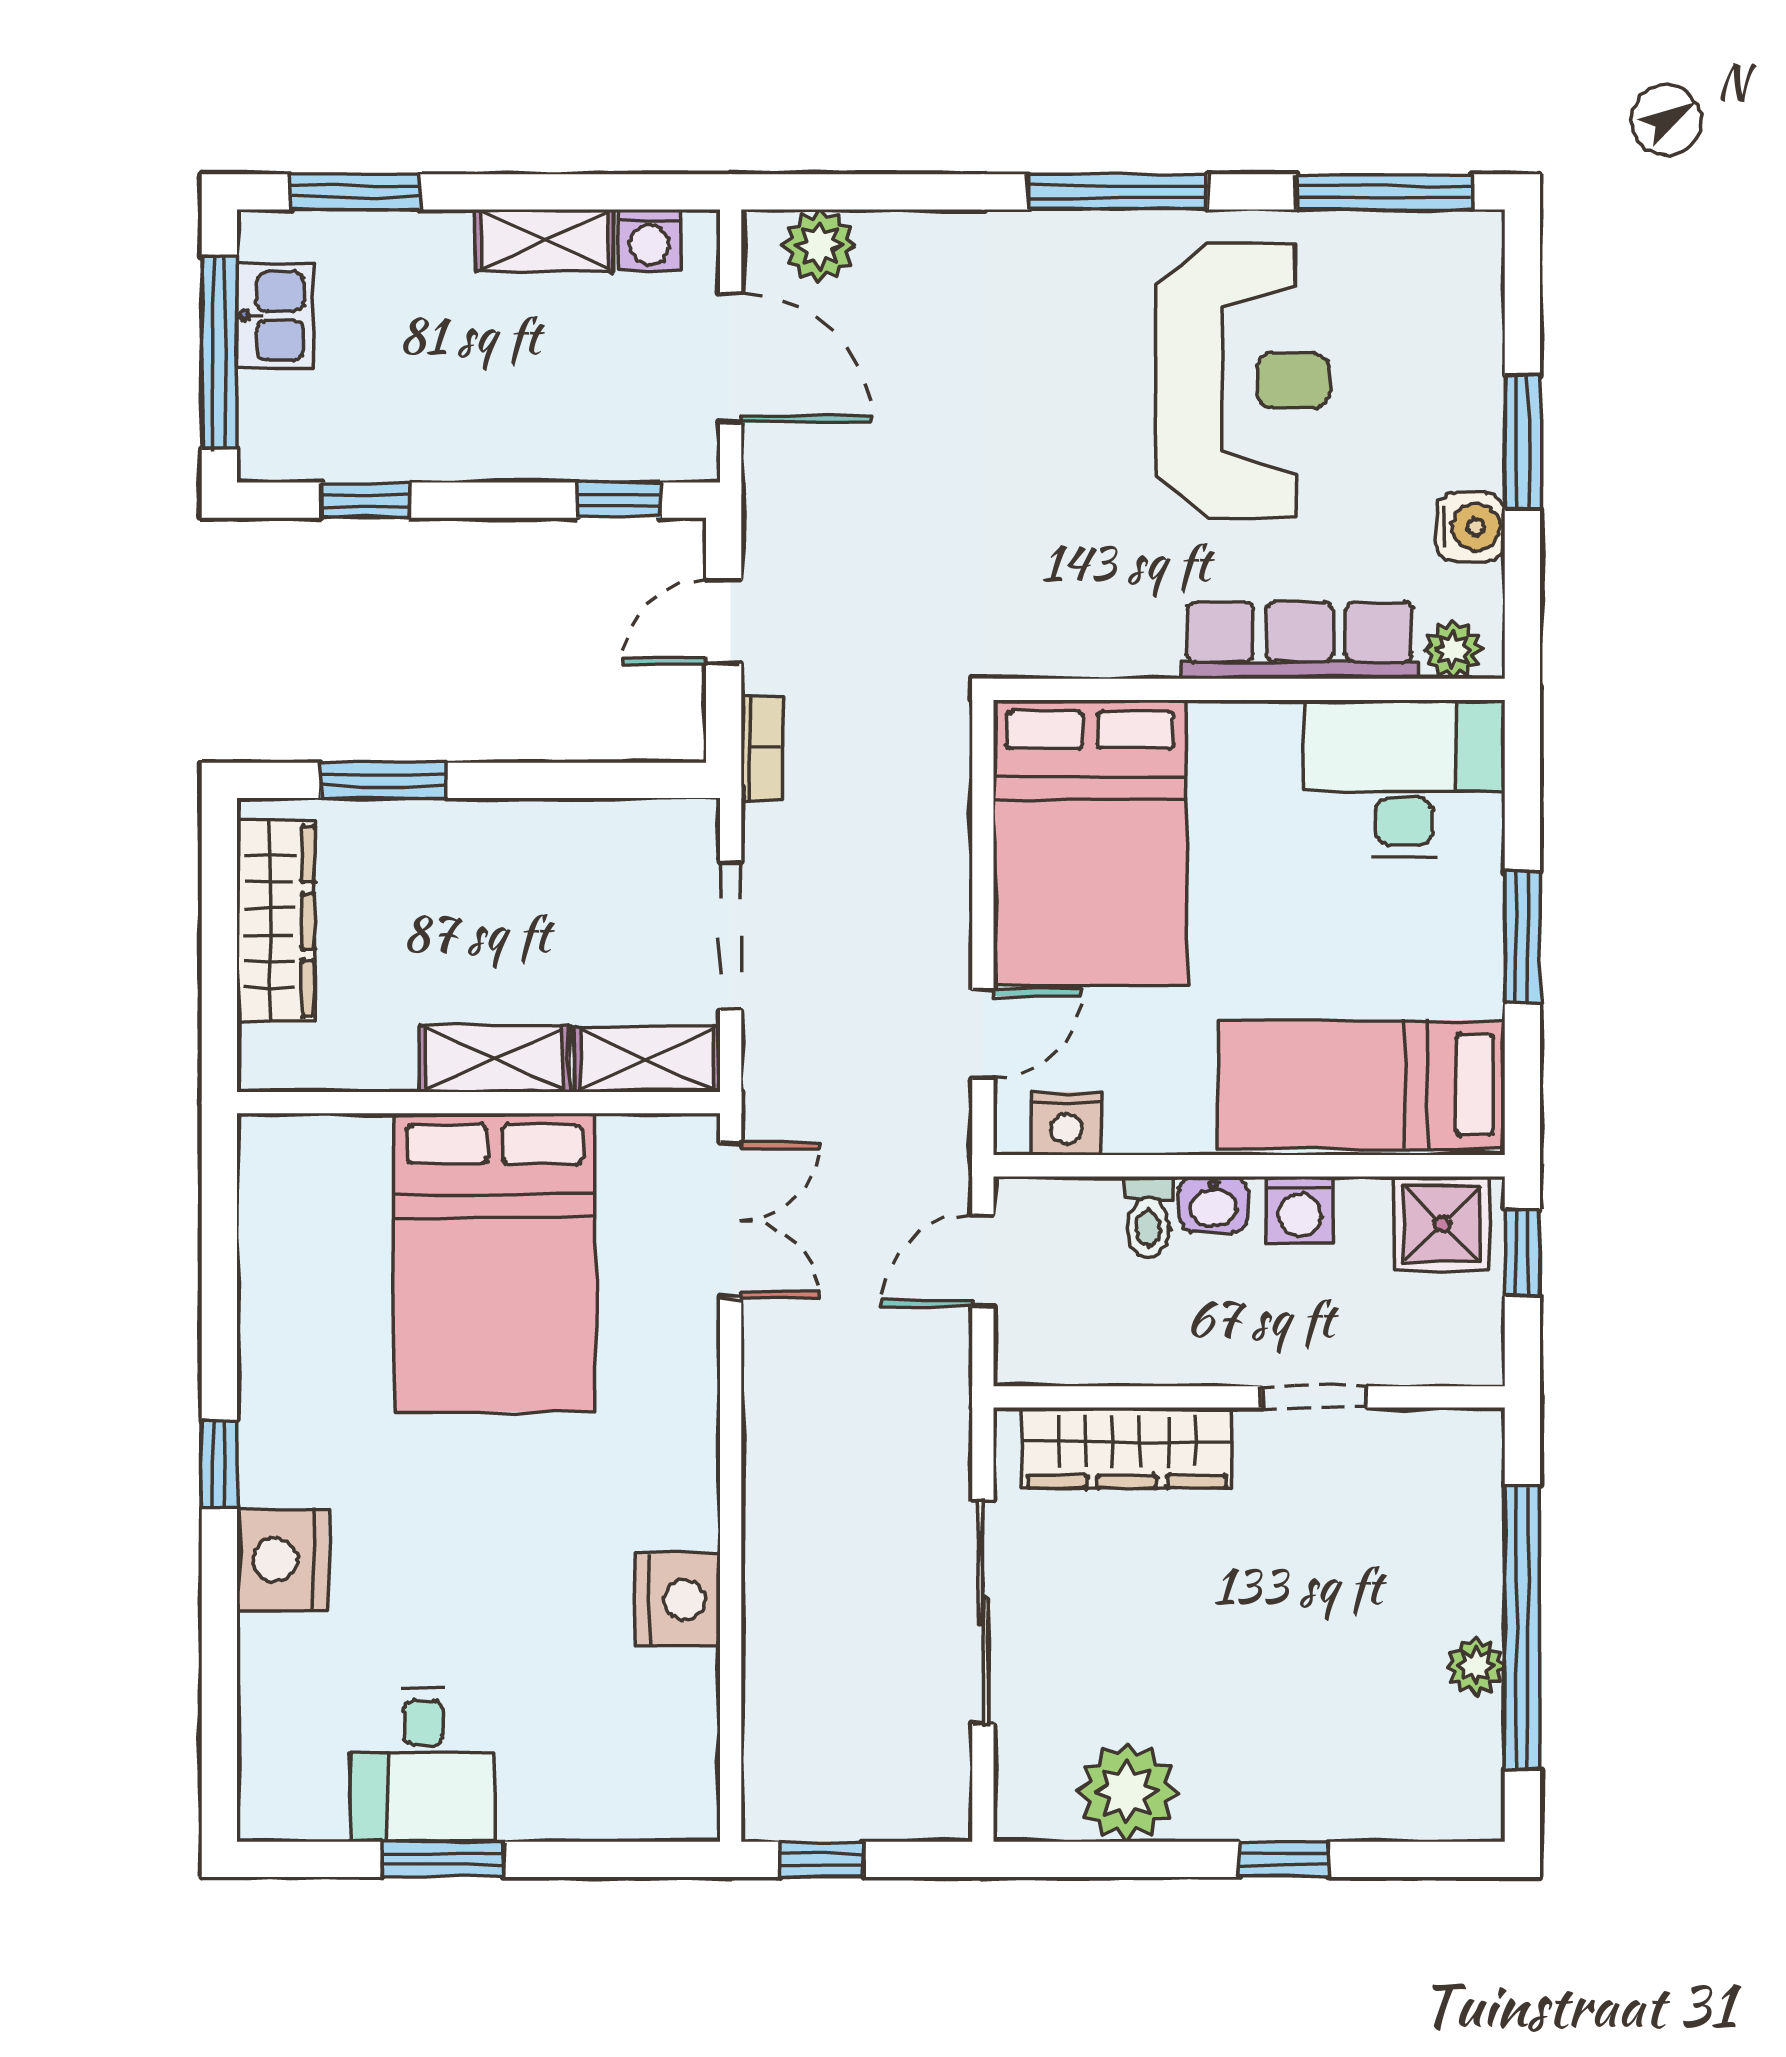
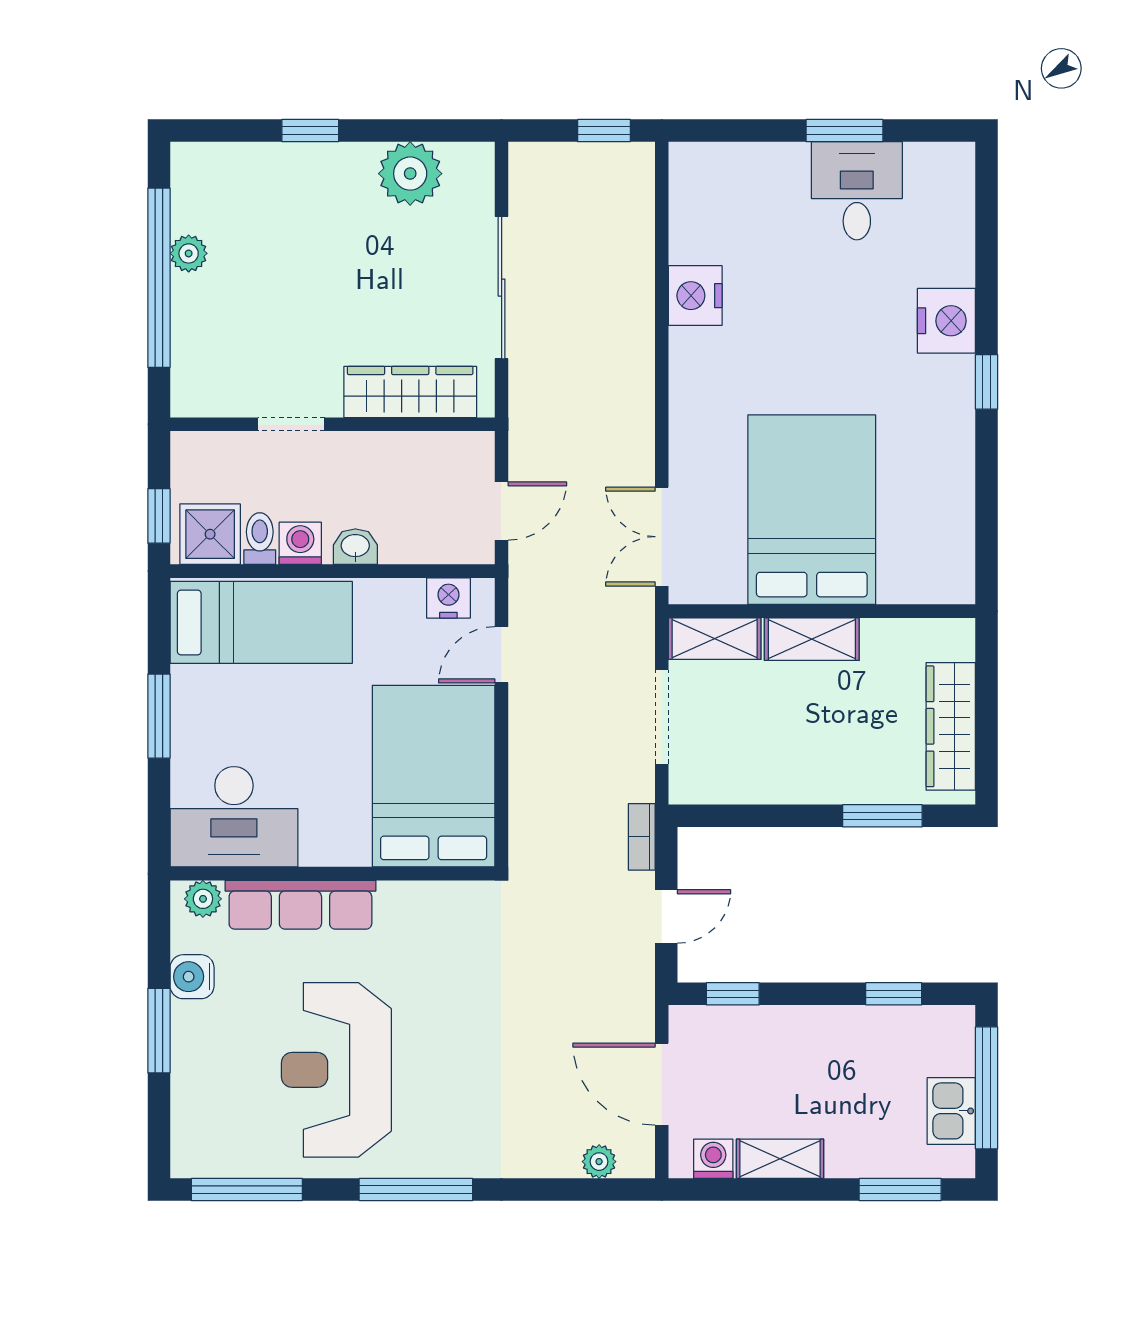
plant: (820, 246) -> (599, 1162), width x0.73, depth x0.73
toilet: (1148, 1217) -> (260, 539), moved

